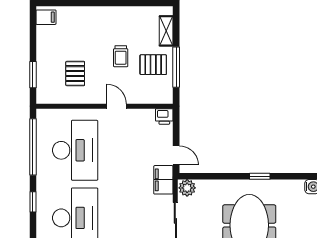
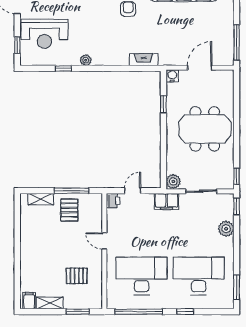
shelving: (43, 42) -> (50, 303), added
trolley: (121, 56) -> (62, 238), removed
door: (117, 106) -> (104, 241), hinge flipped
door: (176, 155) -> (133, 191), moved
window: (260, 176) -> (163, 104), moved

